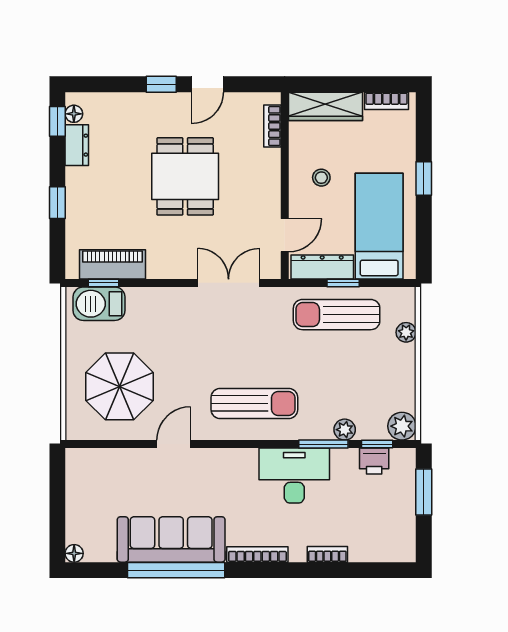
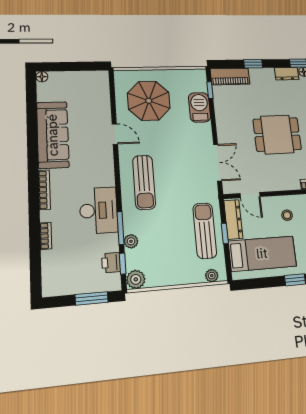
piano: (113, 264) -> (230, 76), moved, turned 90
barbecue: (99, 304) -> (199, 107), moved
plant: (406, 332) -> (212, 276), moved
window: (176, 570) -> (32, 139), removed

